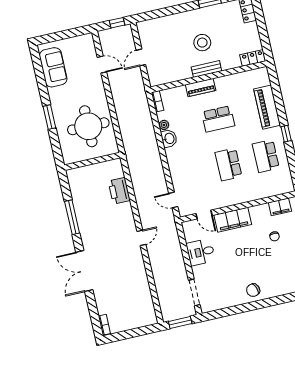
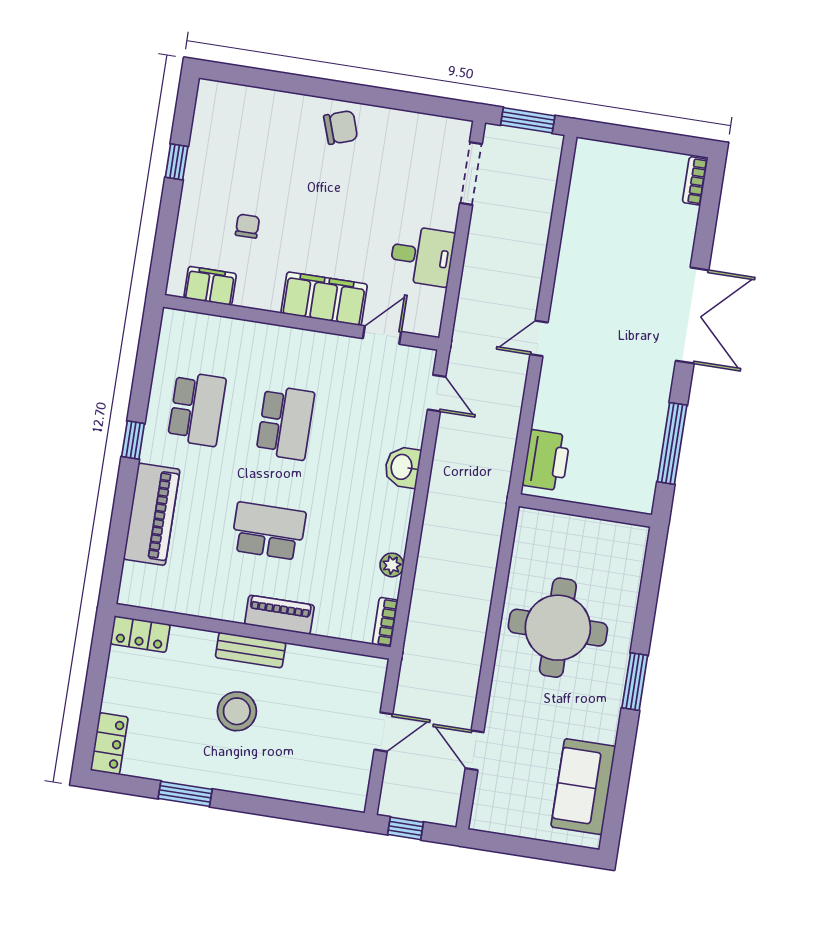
washbasin: (169, 138) -> (402, 467), moved
wall: (92, 161) -> (585, 511), moved
door: (204, 214) -> (382, 335), hinge flipped

